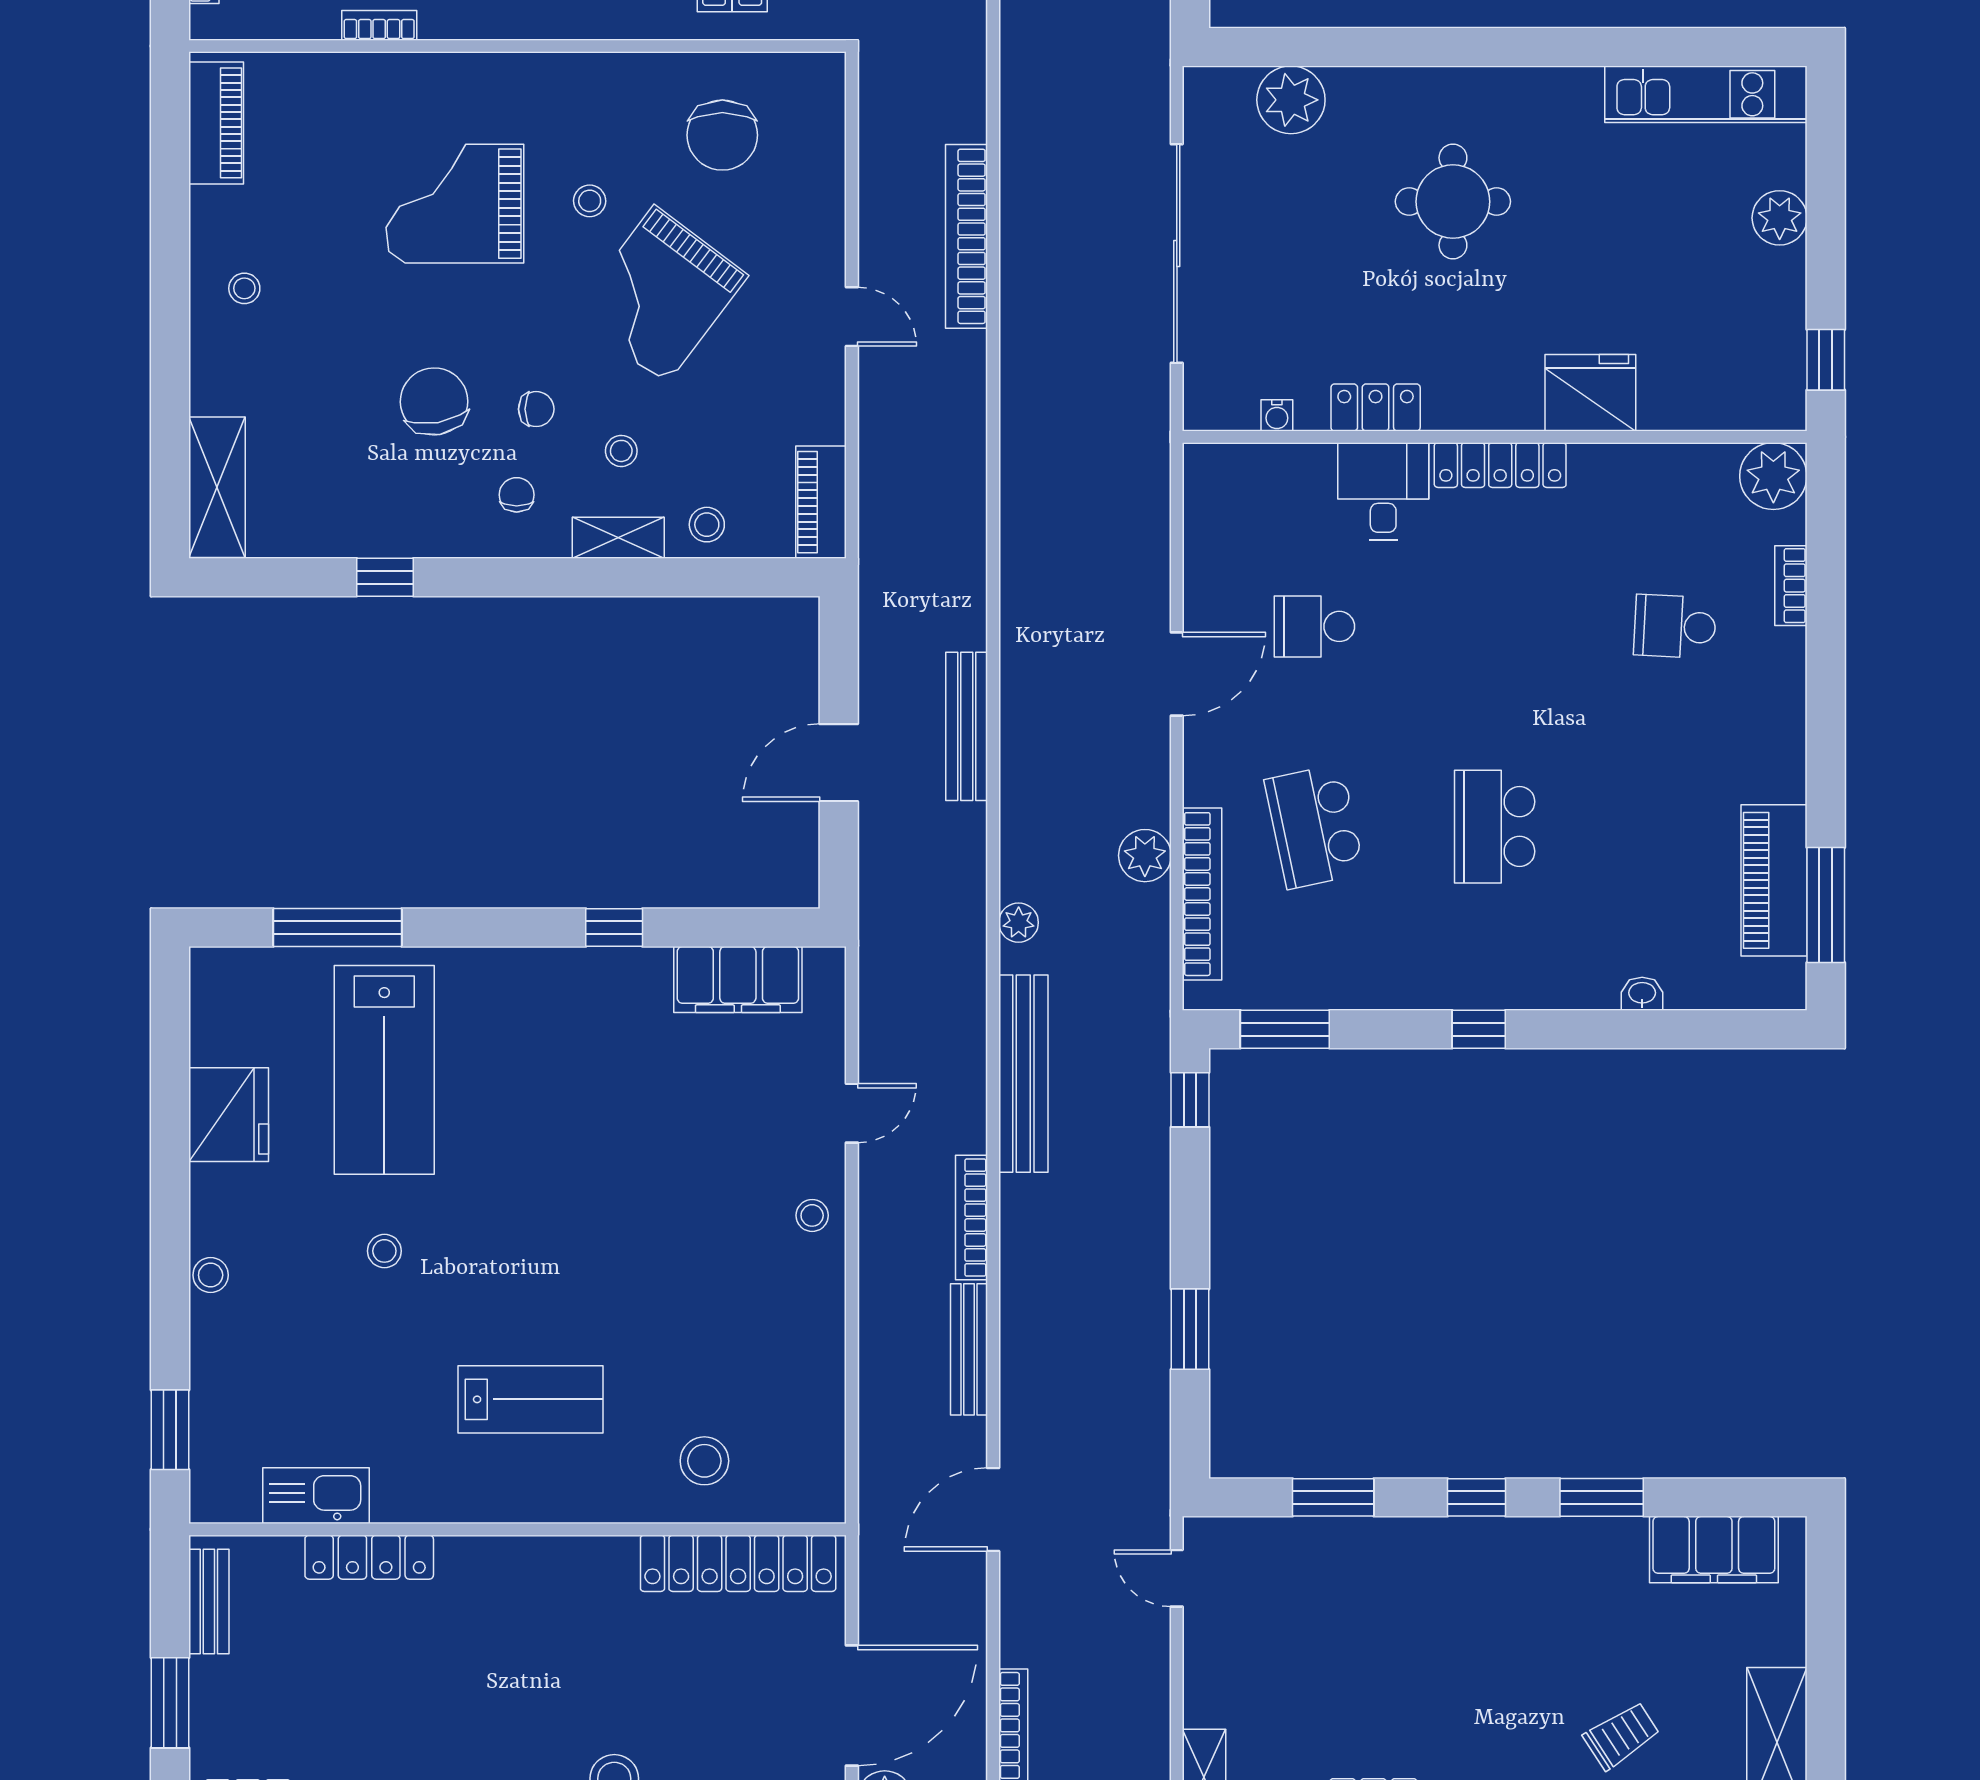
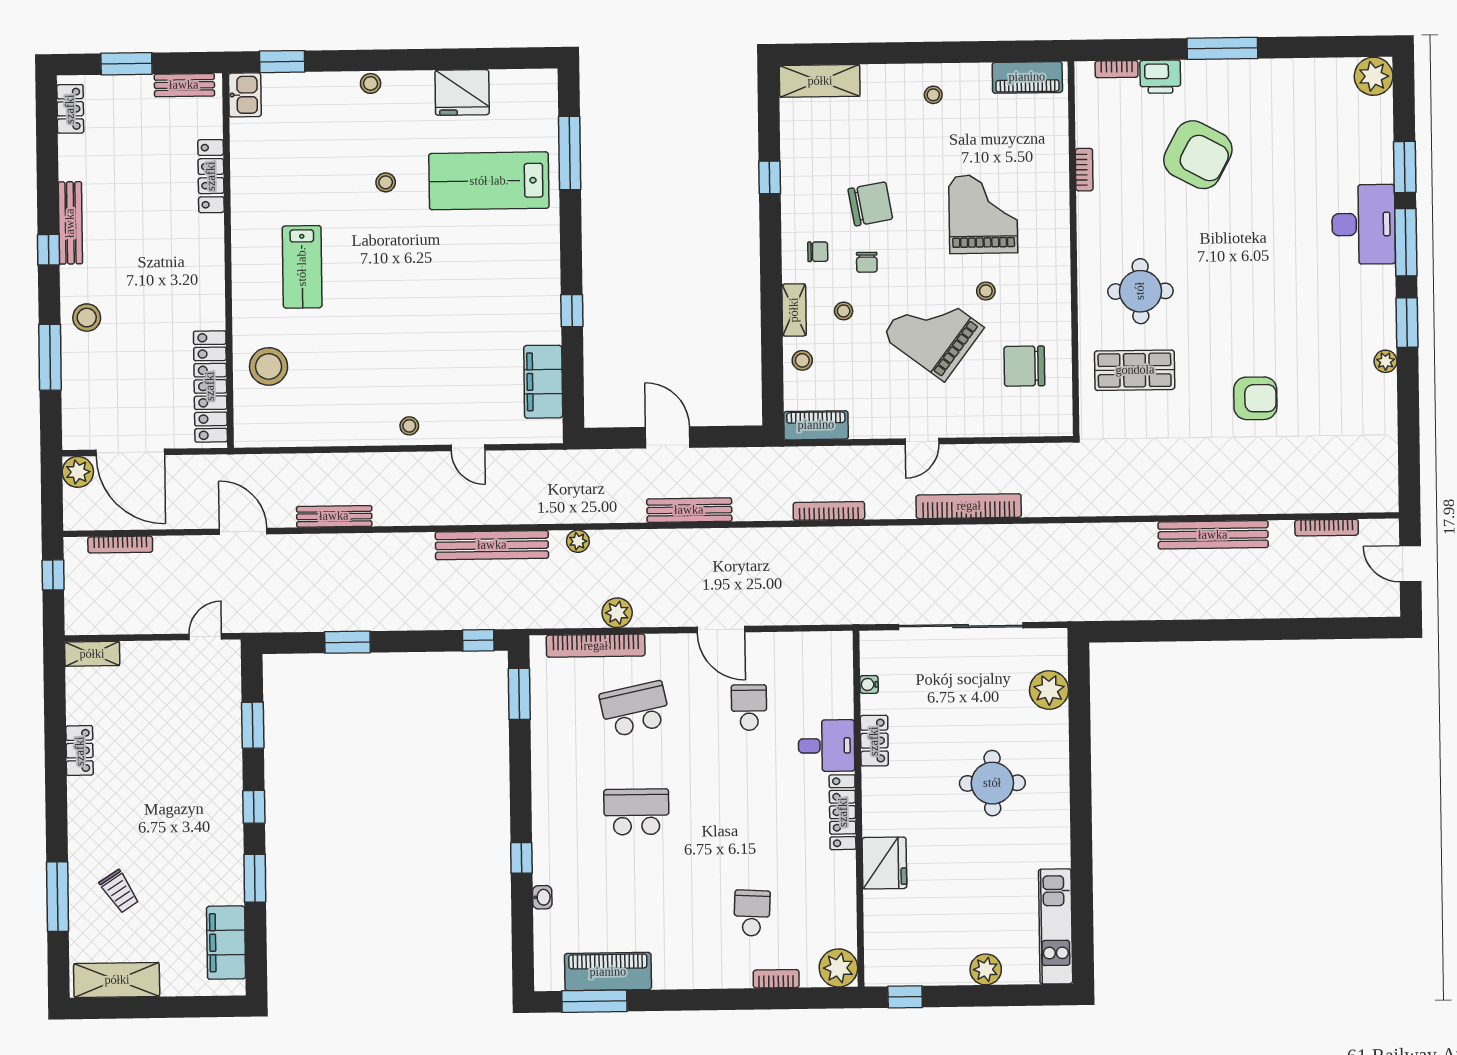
window: (1479, 1029) -> (521, 858), moved
bookcase: (972, 1218) -> (829, 511), moved
stool: (704, 1461) -> (269, 366), width x1.38, depth x1.38
kitchen sink: (316, 1496) -> (245, 95), moved, width x0.73

